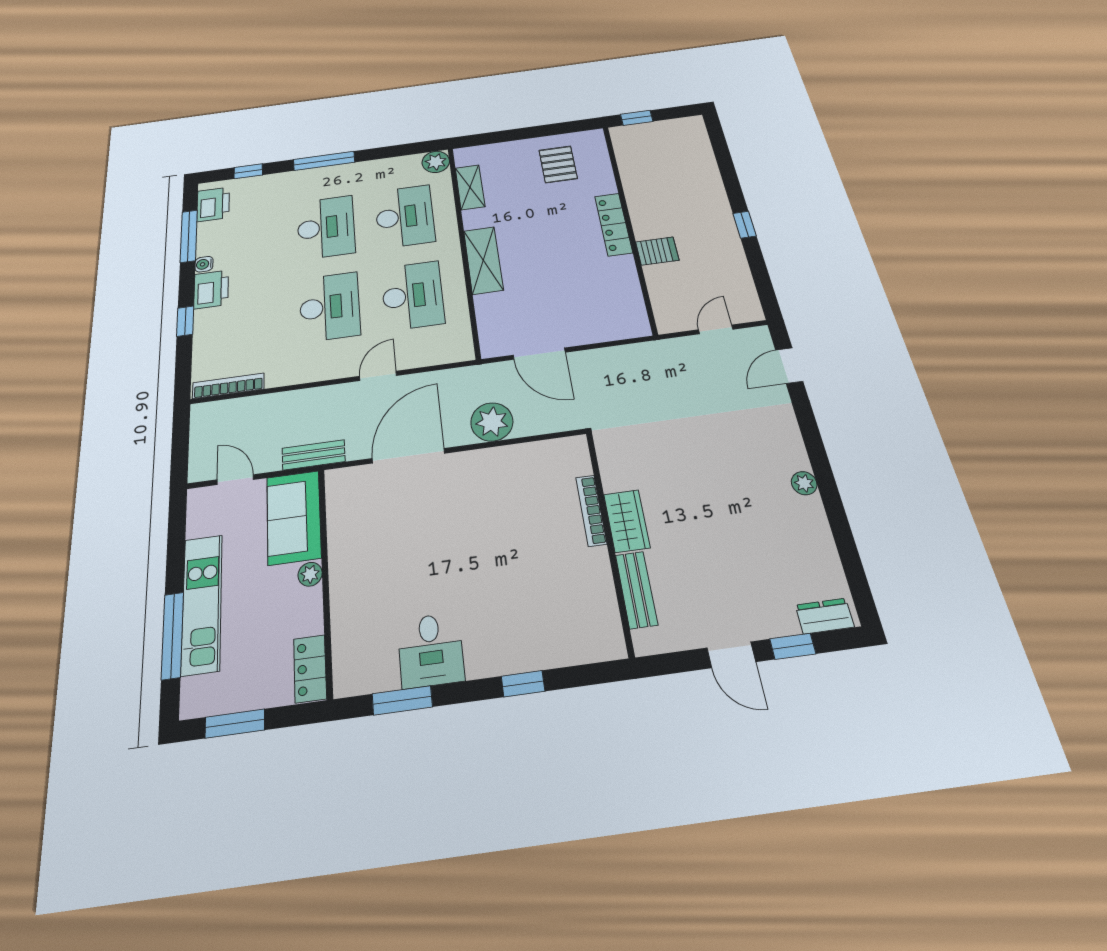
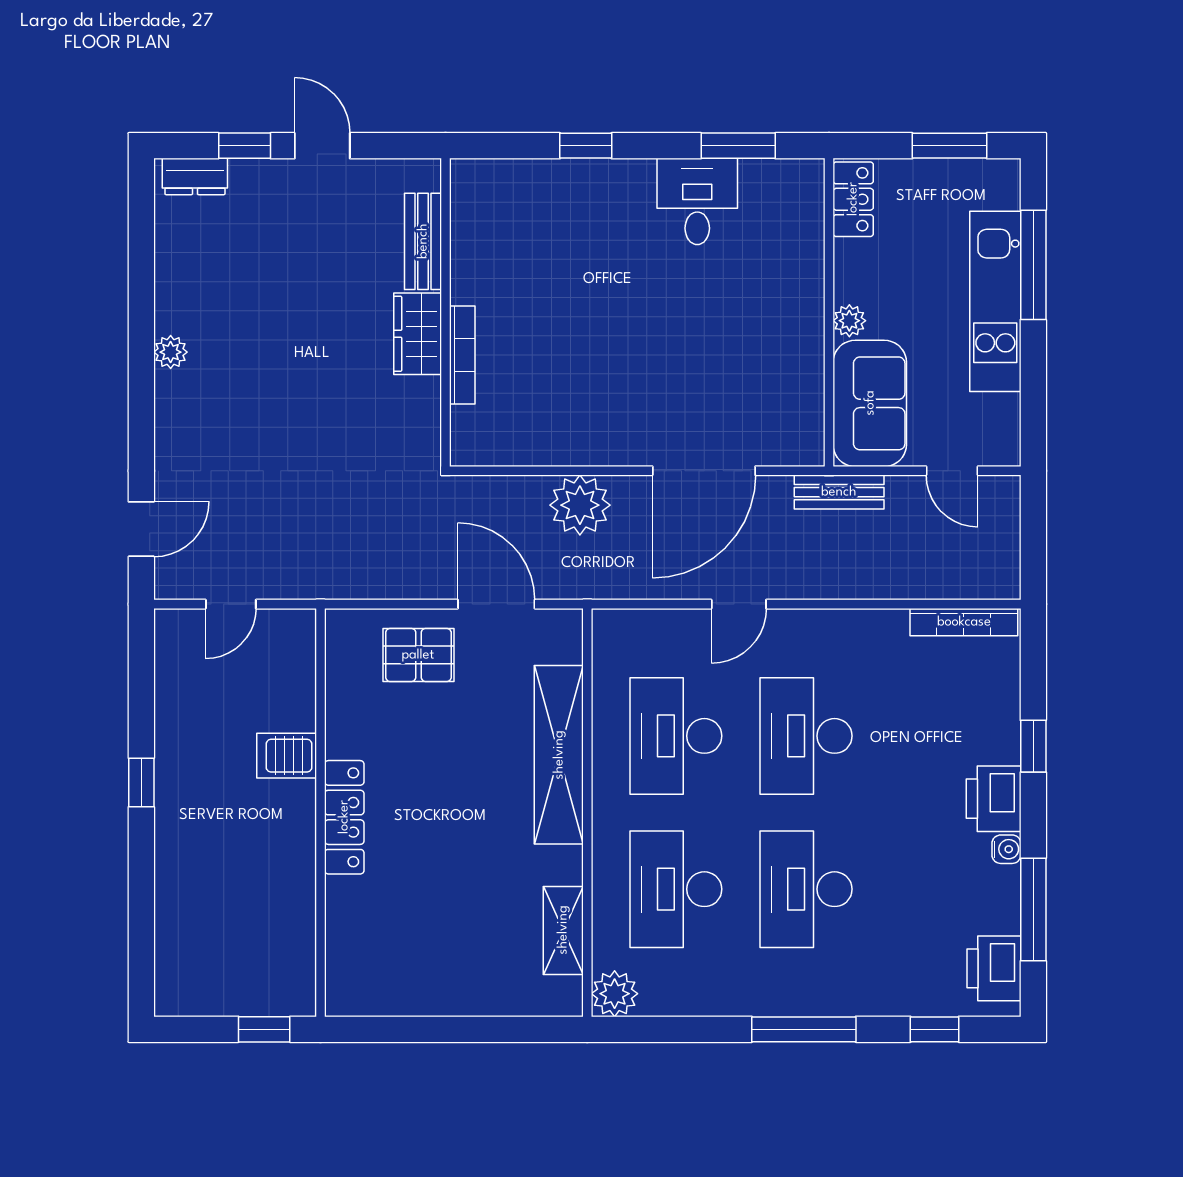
pallet: (558, 164) -> (418, 655), moved, turned 90
shelving: (483, 260) -> (559, 755), width x1.47

